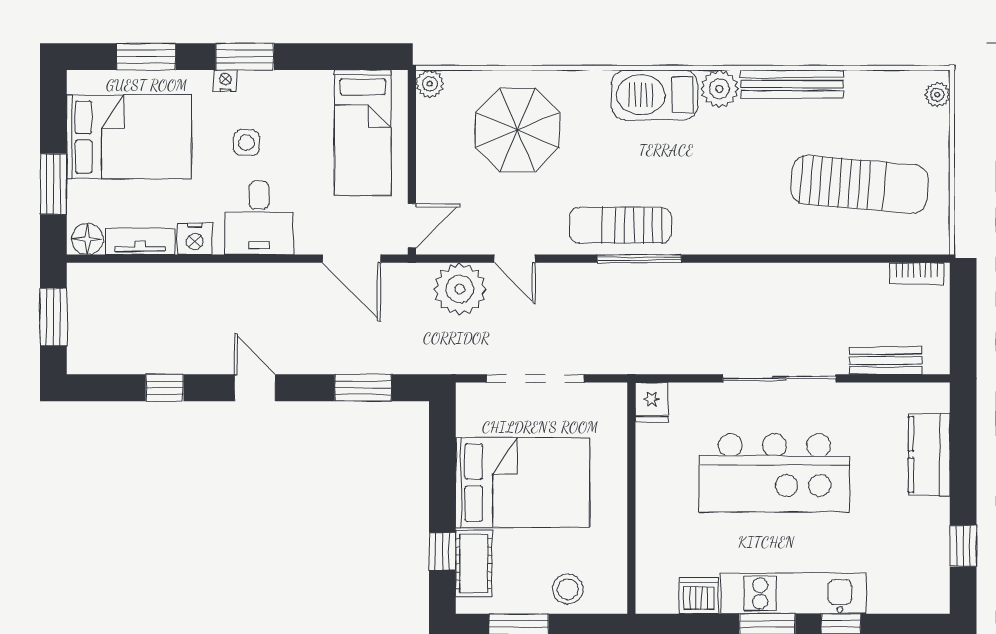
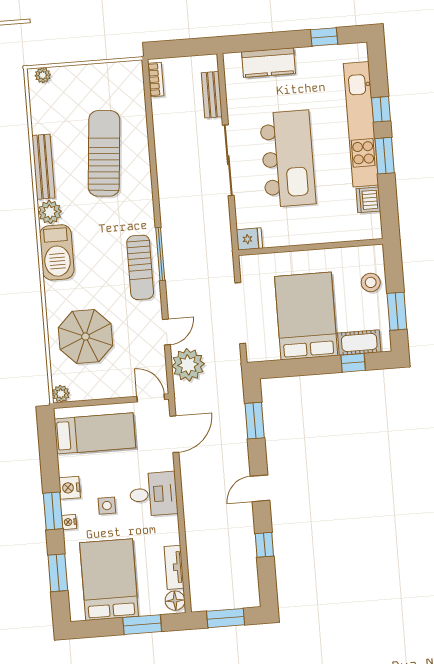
sun lounger: (860, 184) -> (104, 153), moved
nightstand: (195, 239) -> (70, 488), moved, turned 180
kitchen unit: (793, 593) -> (361, 124), width x1.36

